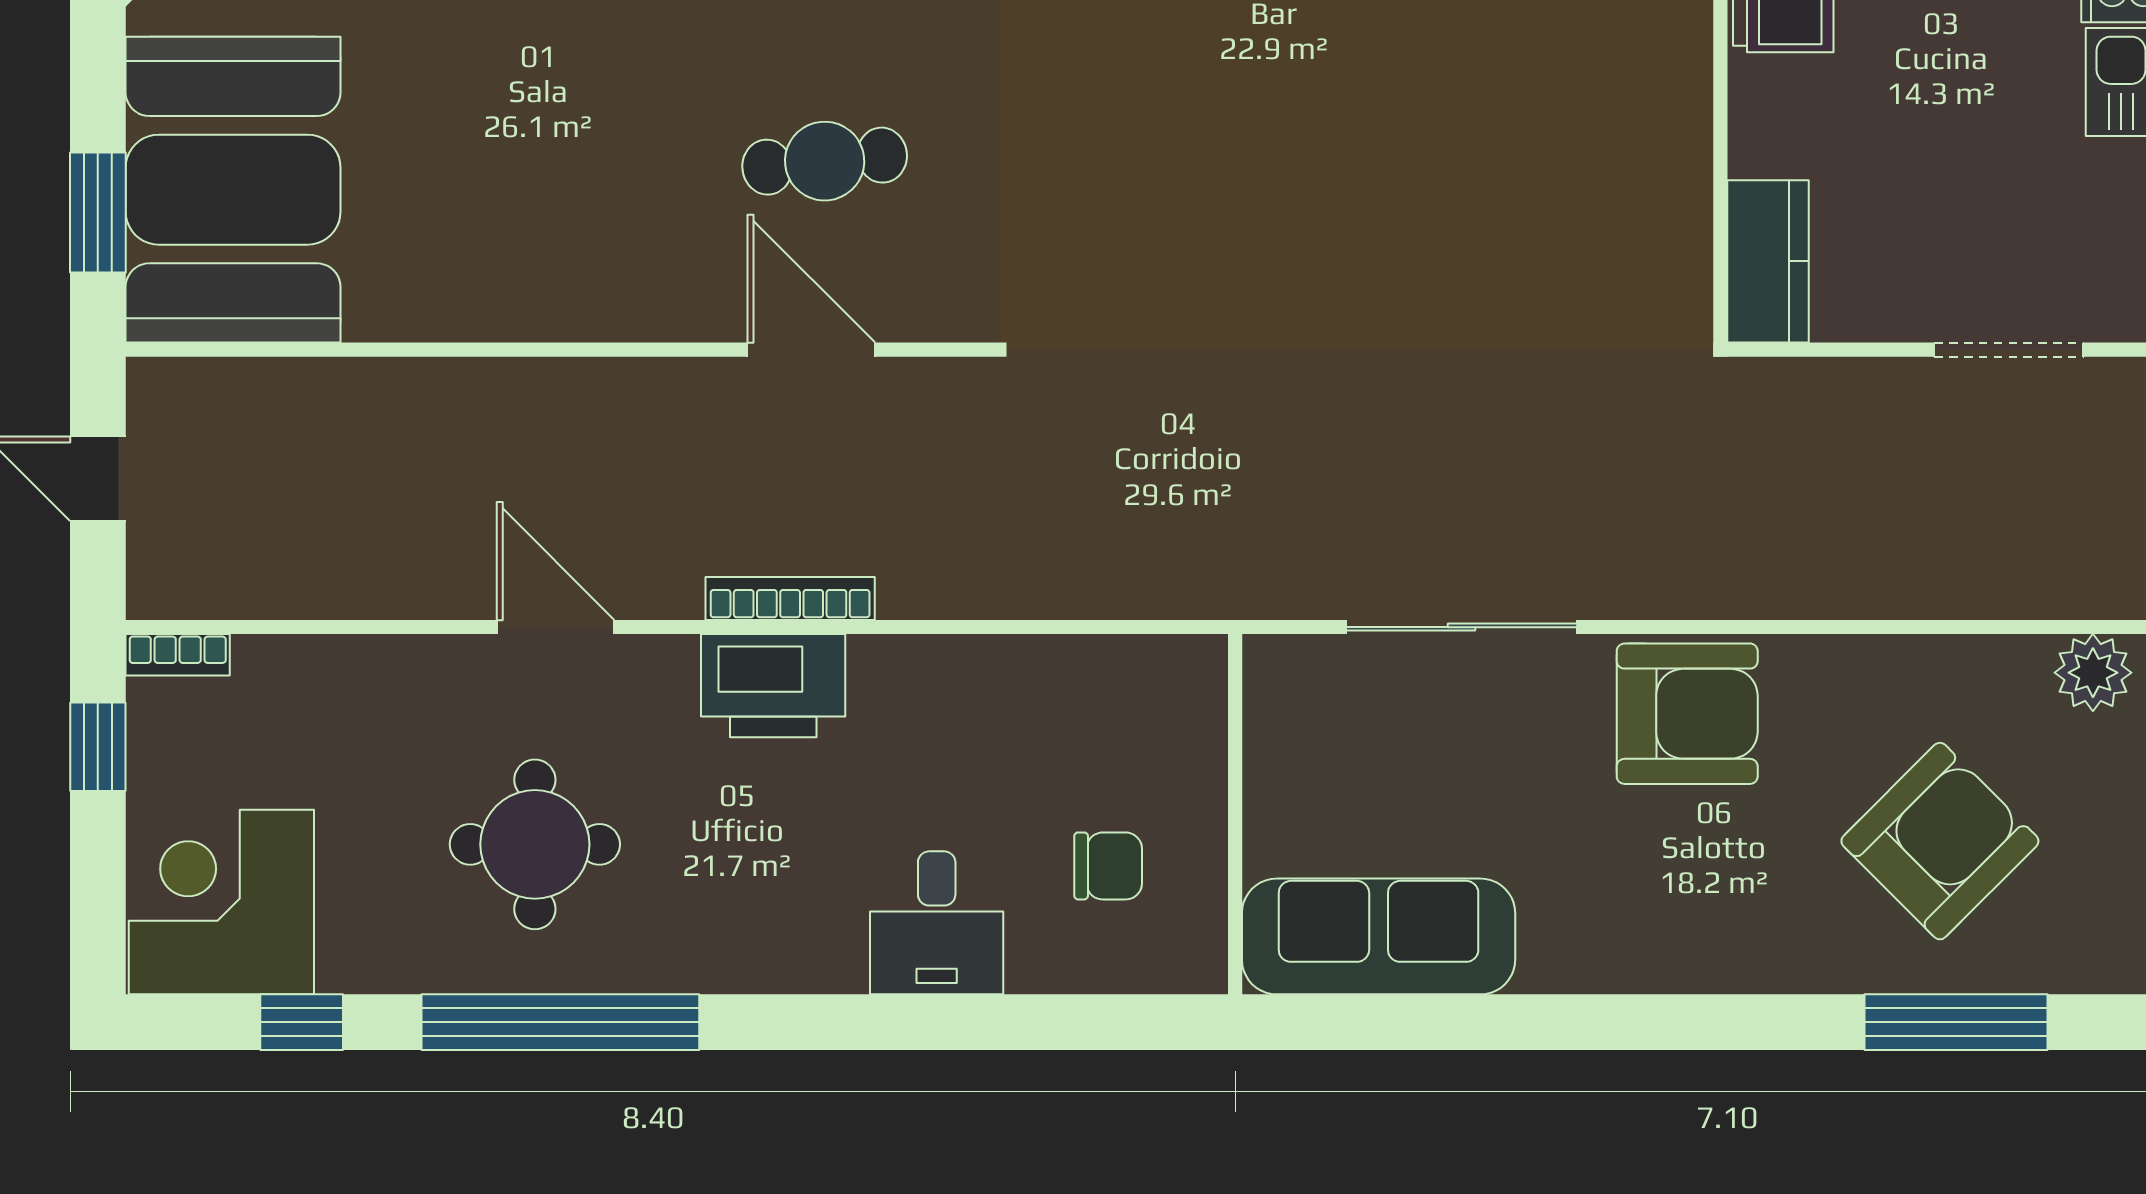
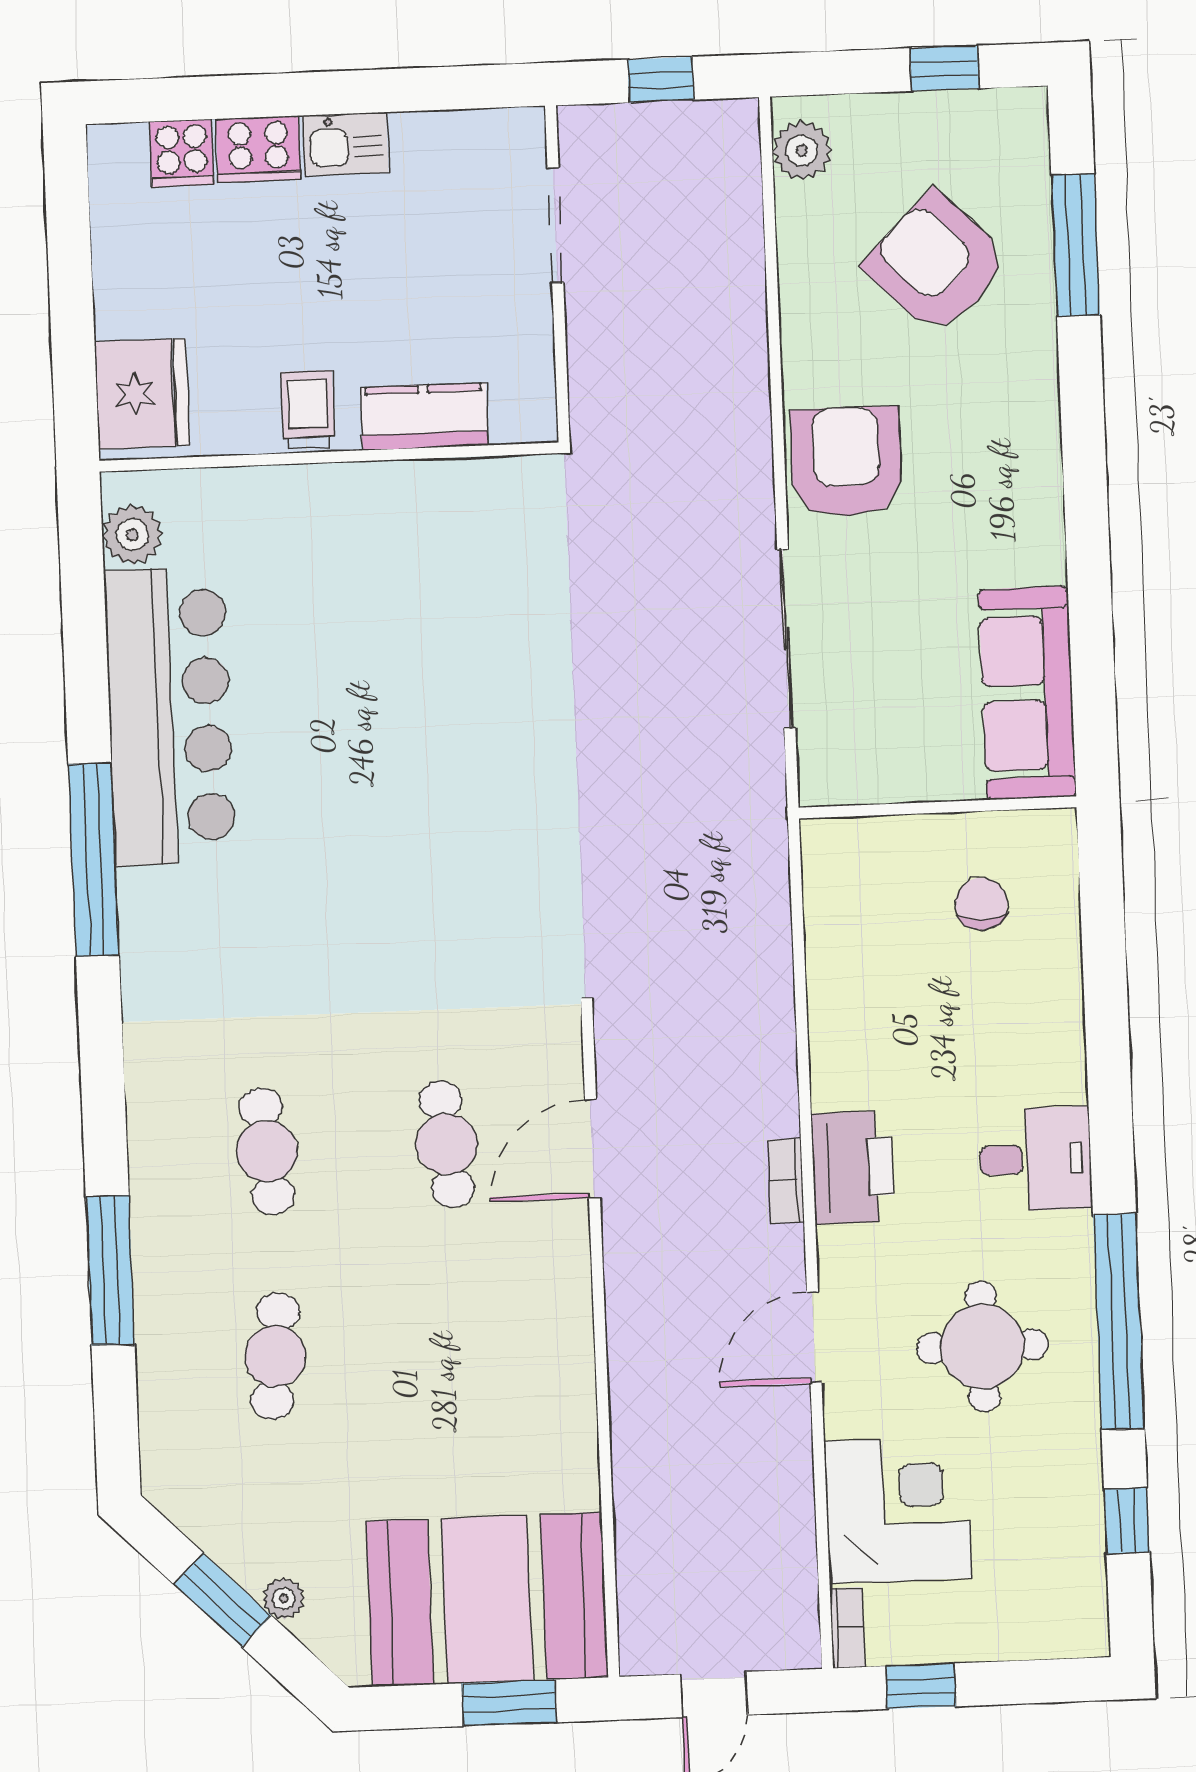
kitchen counter: (1768, 261) -> (424, 417), moved
bookcase: (790, 598) -> (786, 1181), width x0.64
corner desk: (221, 902) -> (898, 1510), moved, turned 180
desk: (937, 923) -> (1036, 1159), moved

